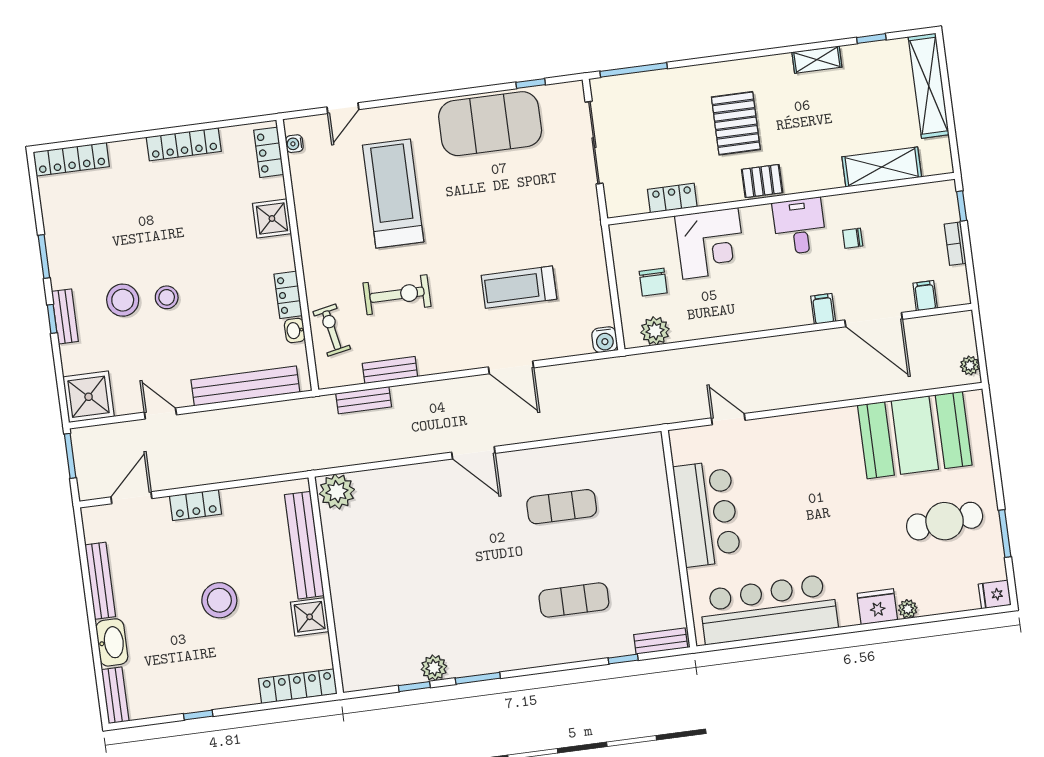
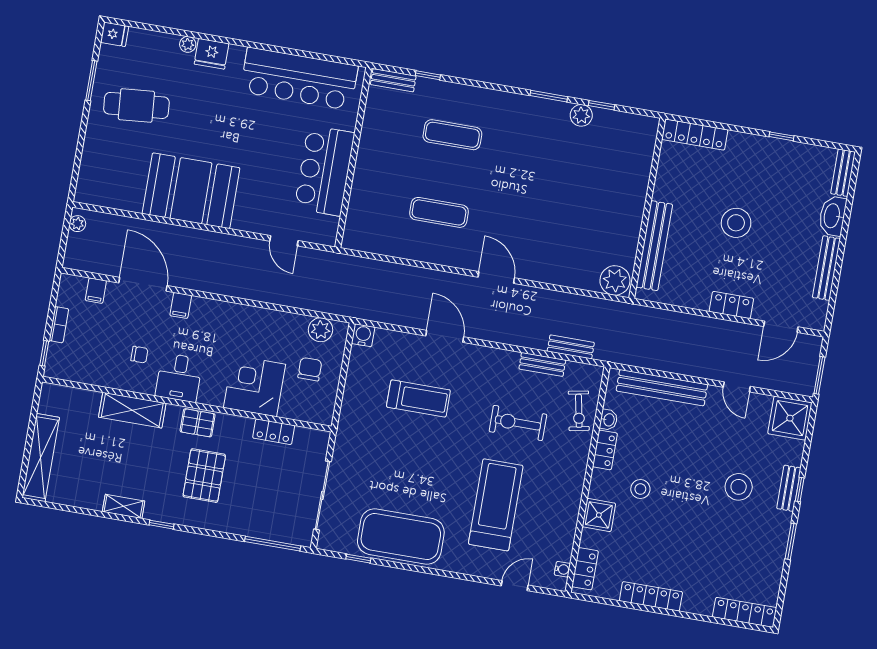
window: (871, 39) -> (162, 525), moved
shelving: (882, 167) -> (132, 410), moved
treadmill: (393, 193) -> (496, 505), turned 180
stool: (167, 297) -> (640, 489), moved
booth: (915, 435) -> (191, 191), moved
shower: (310, 617) -> (668, 187), removed

